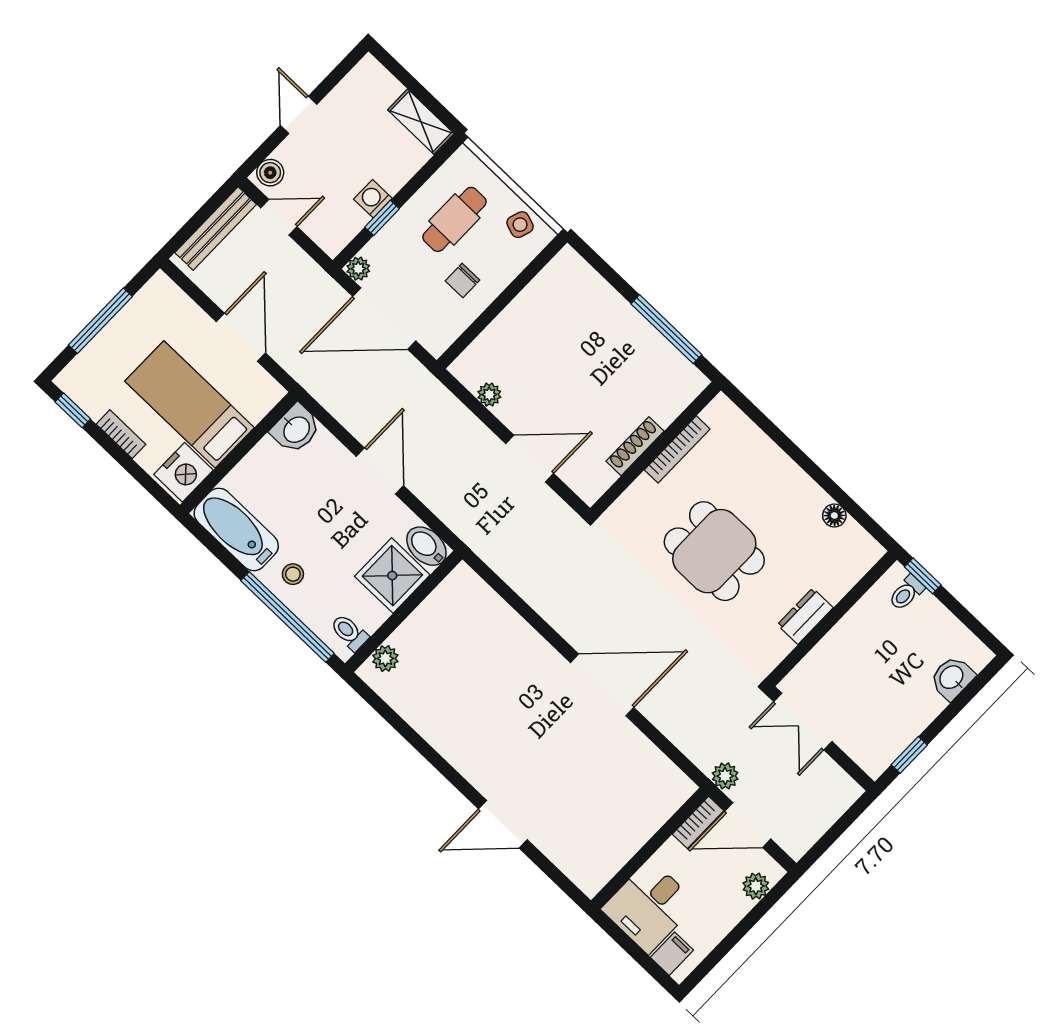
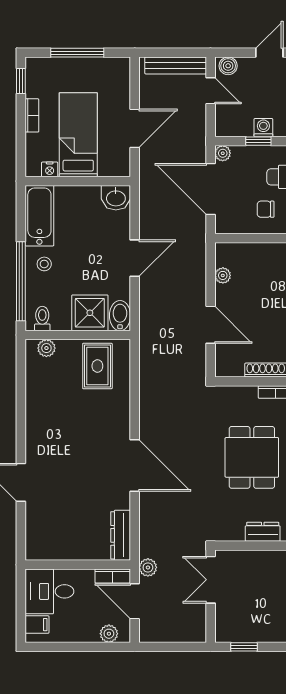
nightstand: (184, 472) -> (50, 169), width x0.53, depth x0.56
rug: (457, 622) -> (97, 366), added
dresser: (663, 772) -> (121, 535), added

